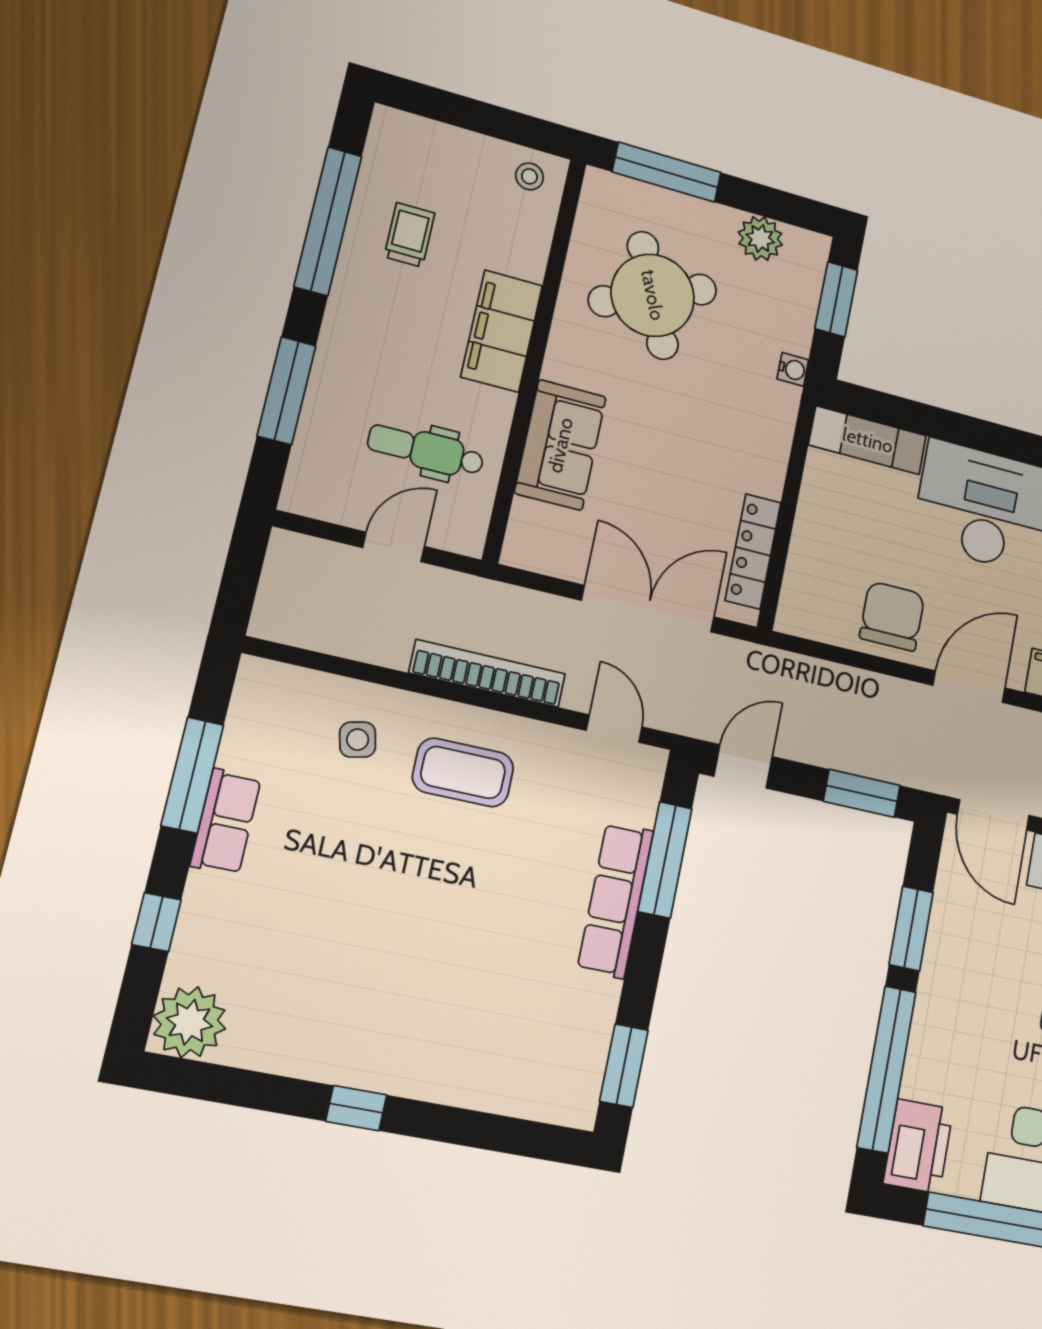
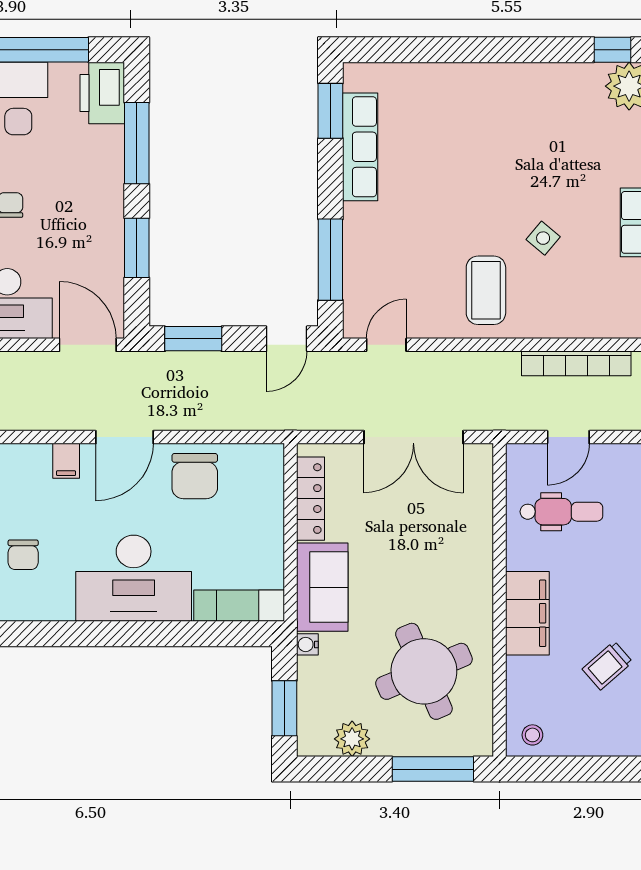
trolley: (409, 235) -> (607, 666), turned 49
sofa: (560, 445) -> (322, 587), moved, turned 180
double door: (648, 609) -> (413, 437), moved
bookcase: (488, 673) -> (576, 363), moved
door: (614, 729) -> (386, 345), swing flipped
side table: (358, 740) -> (543, 238), moved, turned -37
coffee table: (463, 772) -> (486, 290), turned 90
row of seats: (615, 900) -> (360, 147), moved
window: (887, 1069) -> (137, 143), width x0.68
window: (356, 1108) -> (613, 50), moved

